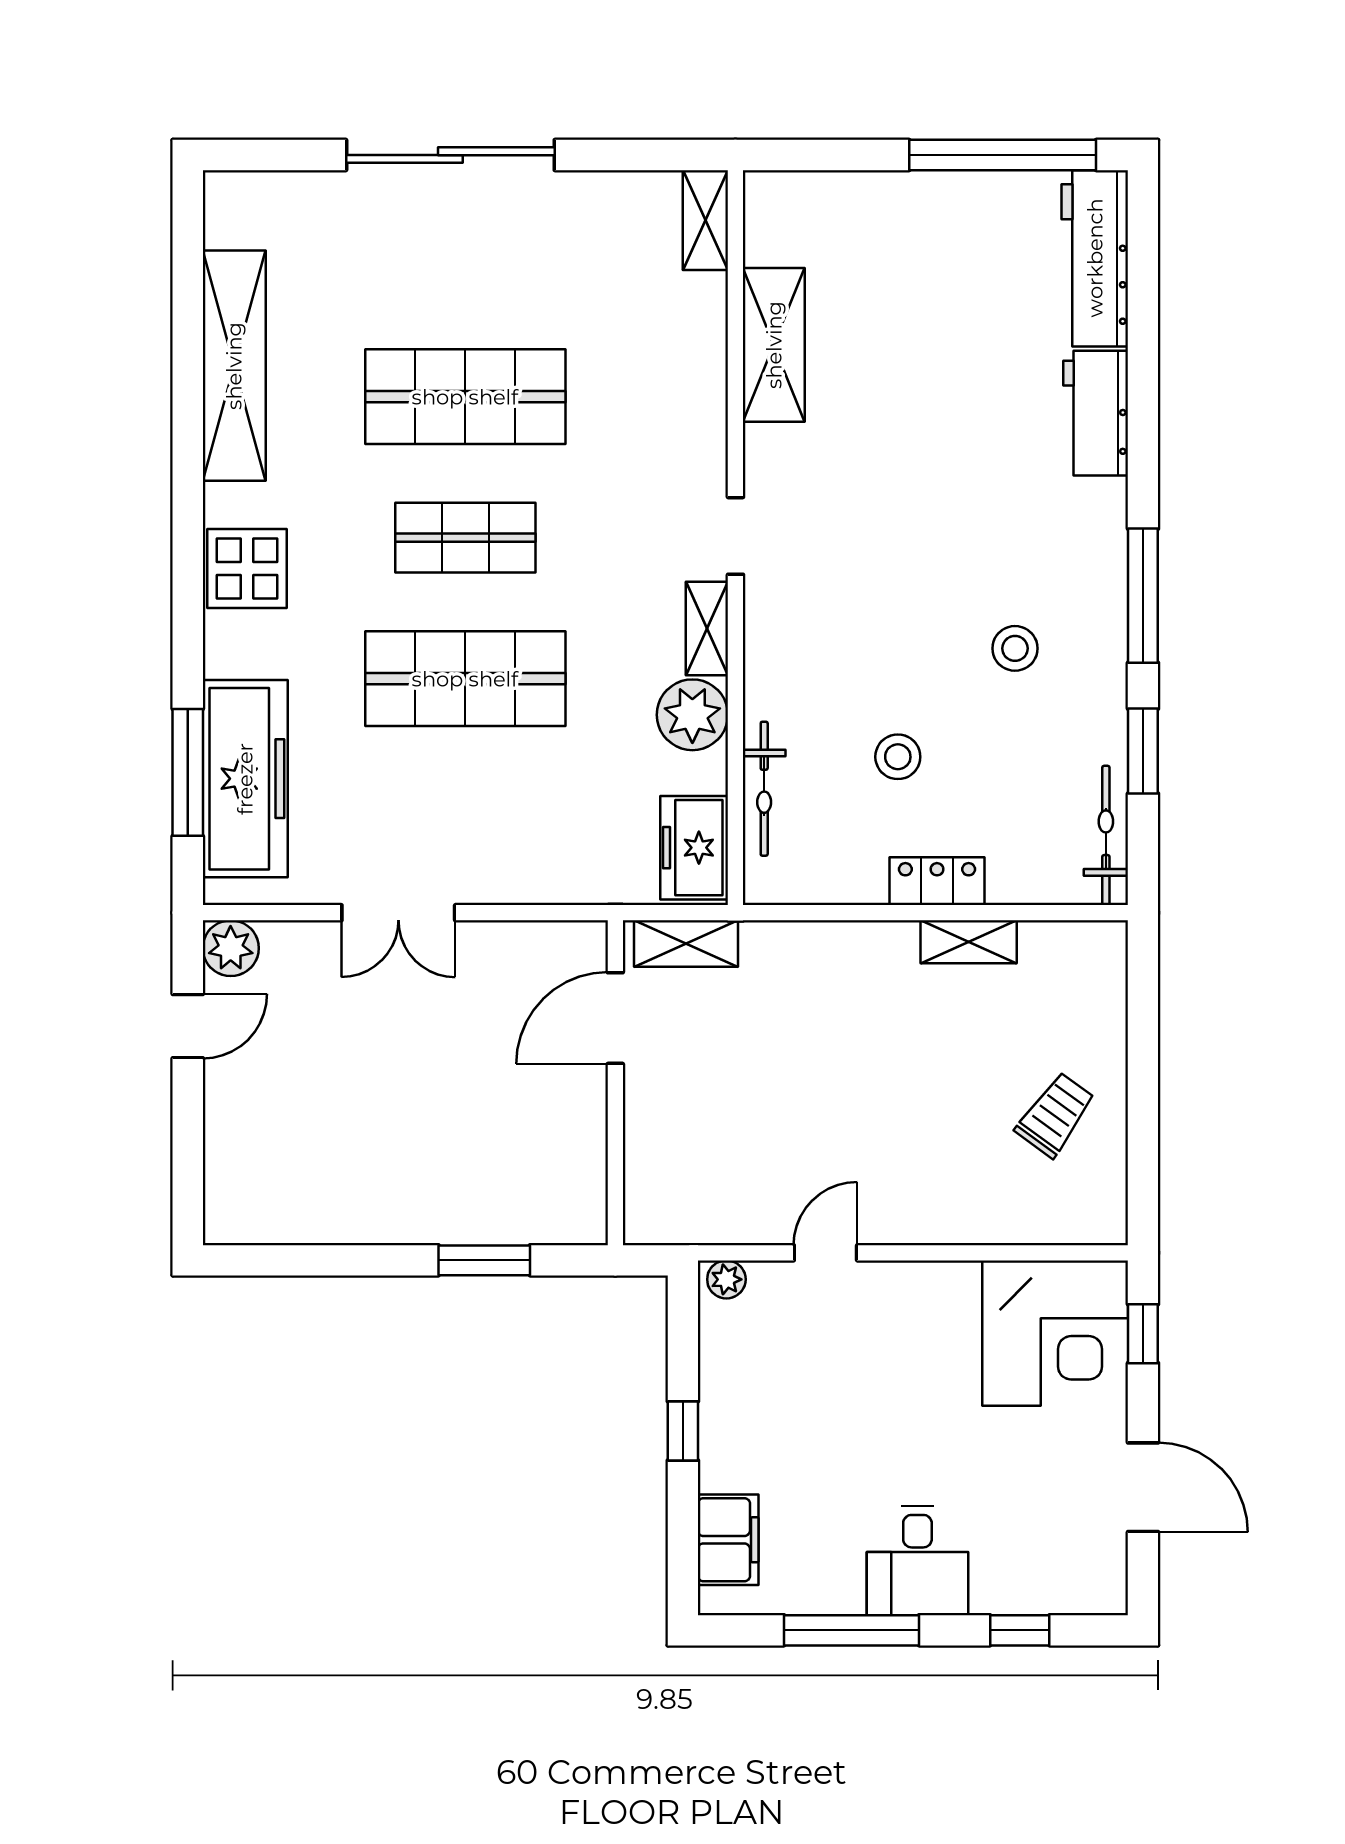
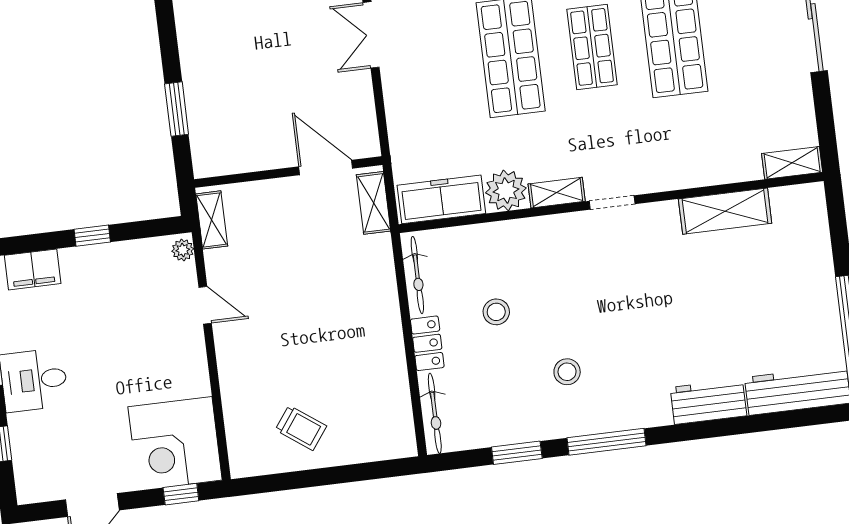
bicycle: (764, 789) -> (417, 275), moved, turned -90
bicycle: (1106, 835) -> (435, 413), moved, turned 90
freezer: (694, 848) -> (441, 199), width x1.40
shelving: (969, 942) -> (212, 220), moved

